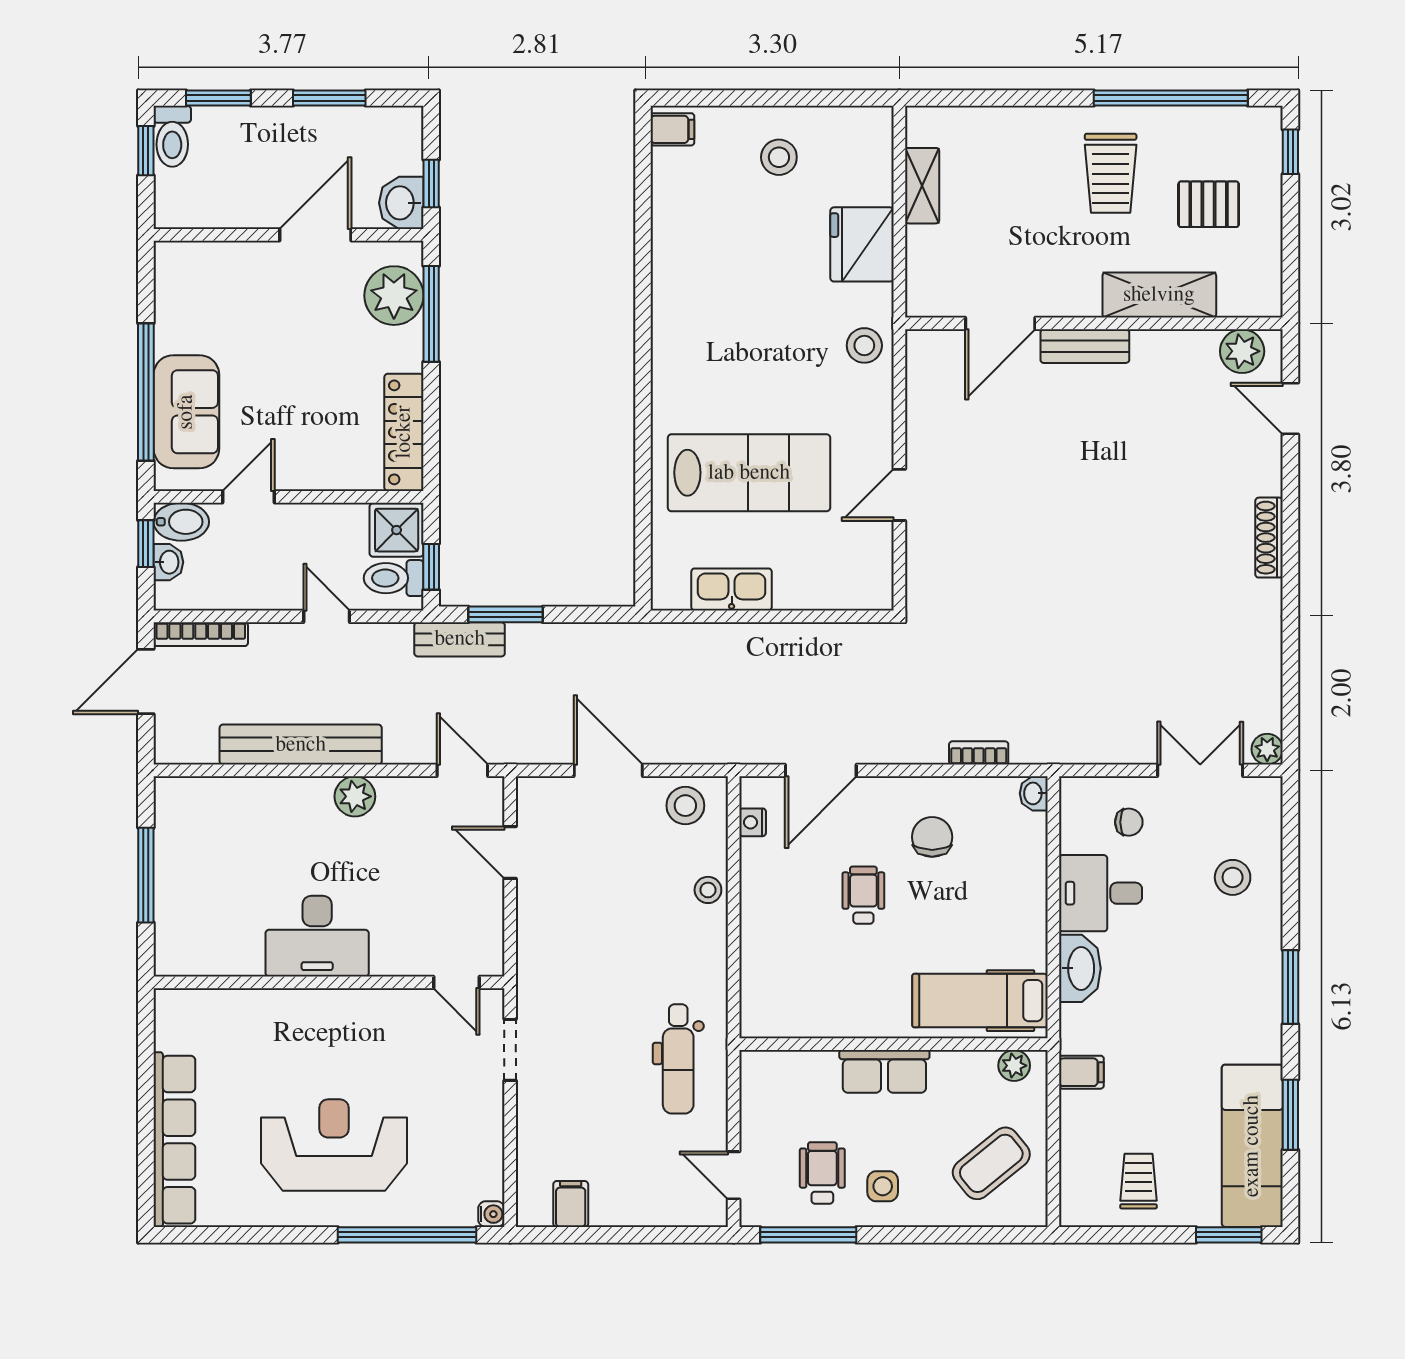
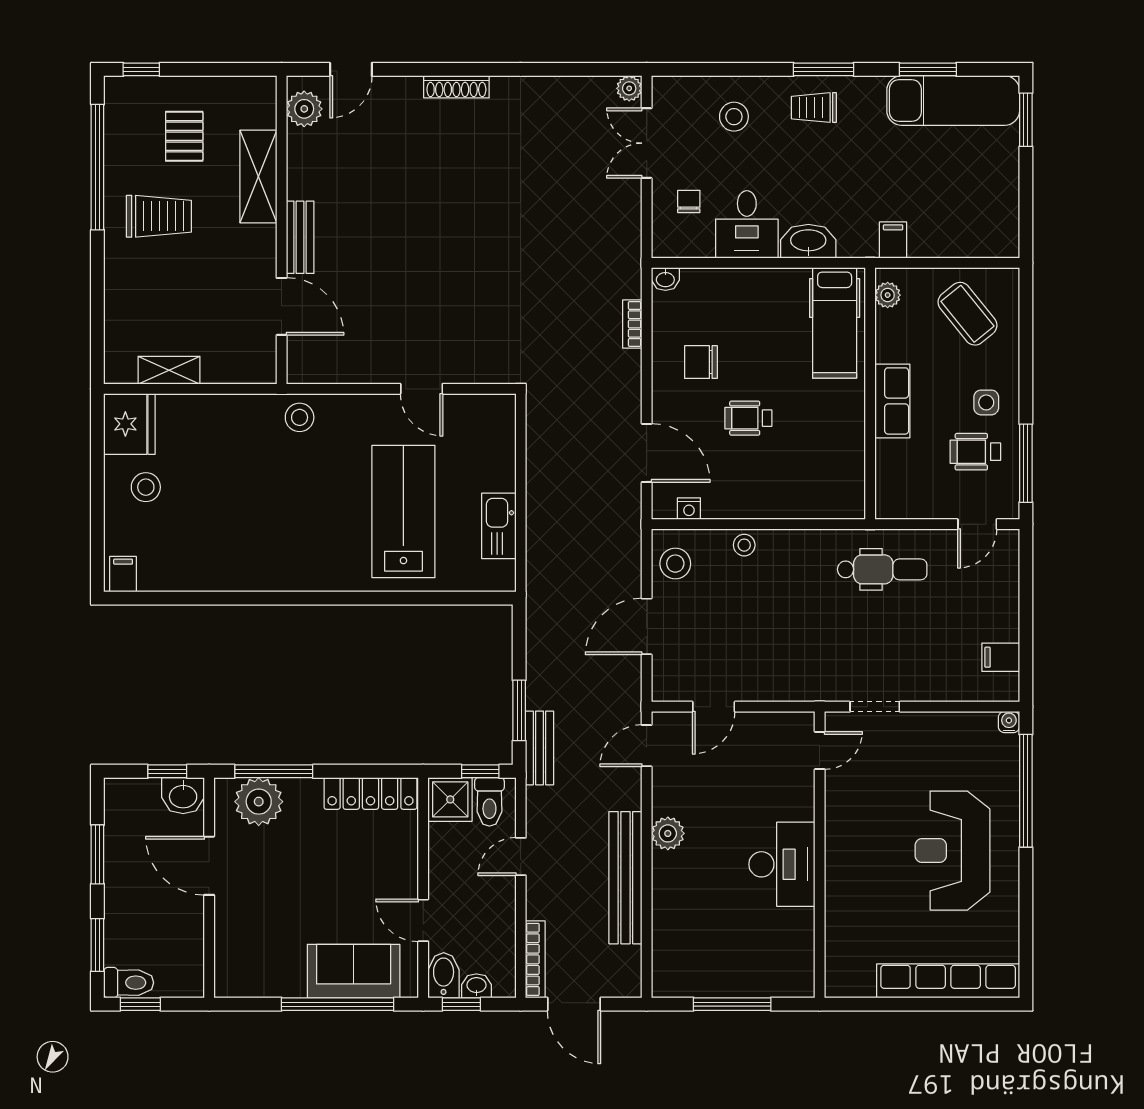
fridge: (862, 244) -> (129, 424), moved, turned -90
trolley: (1139, 1181) -> (814, 108), moved

